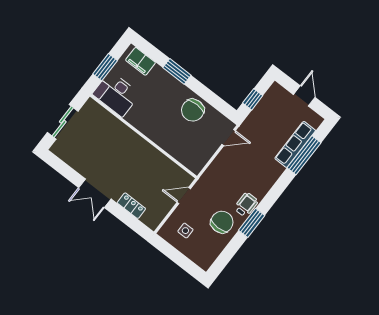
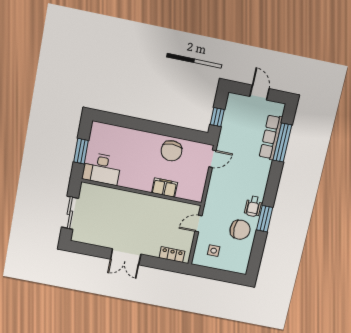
filing cabinet: (141, 61) -> (165, 188), moved, turned 180
window: (177, 71) -> (142, 125), removed
wheelchair: (246, 205) -> (253, 206), turned 180
locker: (131, 206) -> (172, 255), moved
chair: (222, 222) -> (240, 230), turned 90

